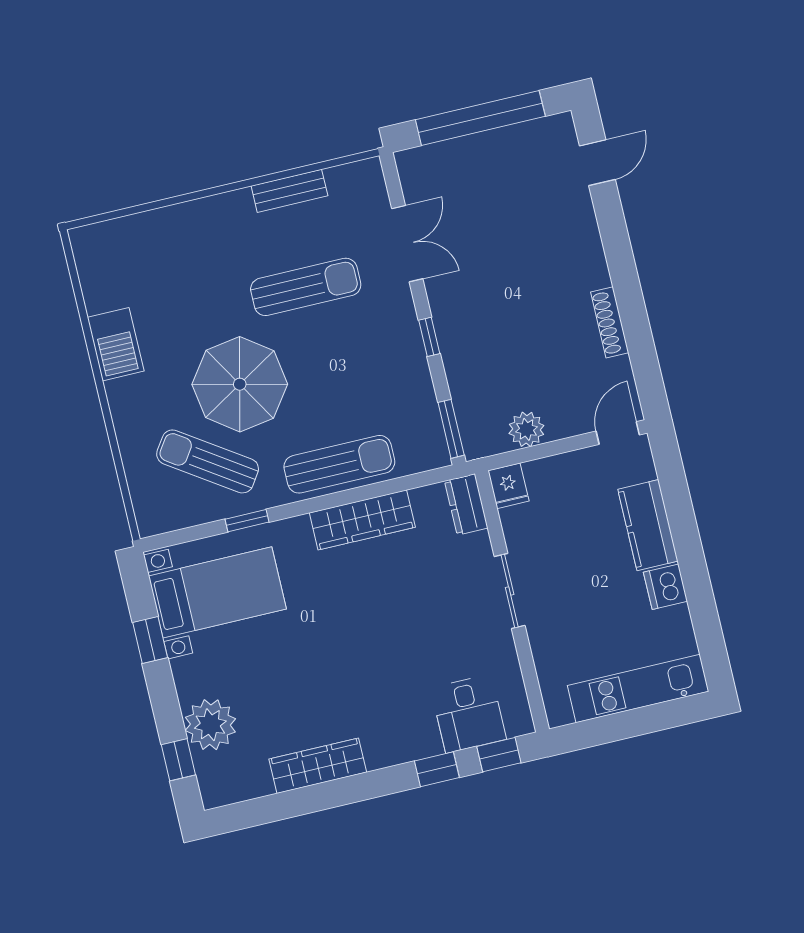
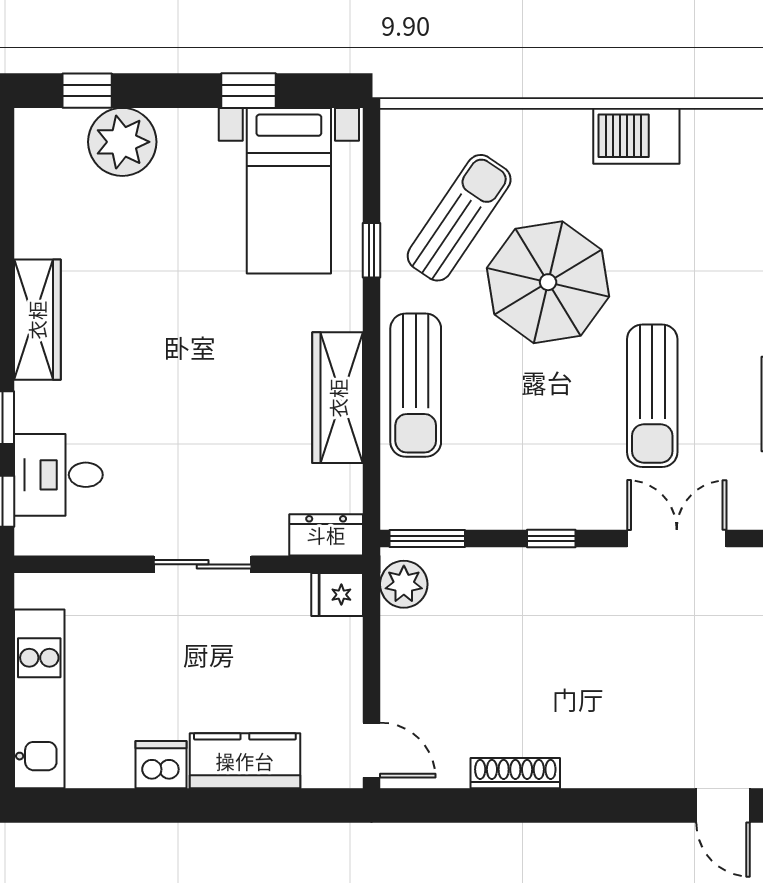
double door: (407, 244) -> (677, 538), swing flipped
plant: (526, 429) -> (404, 584), moved
wardrobe: (318, 766) -> (37, 320), moved

